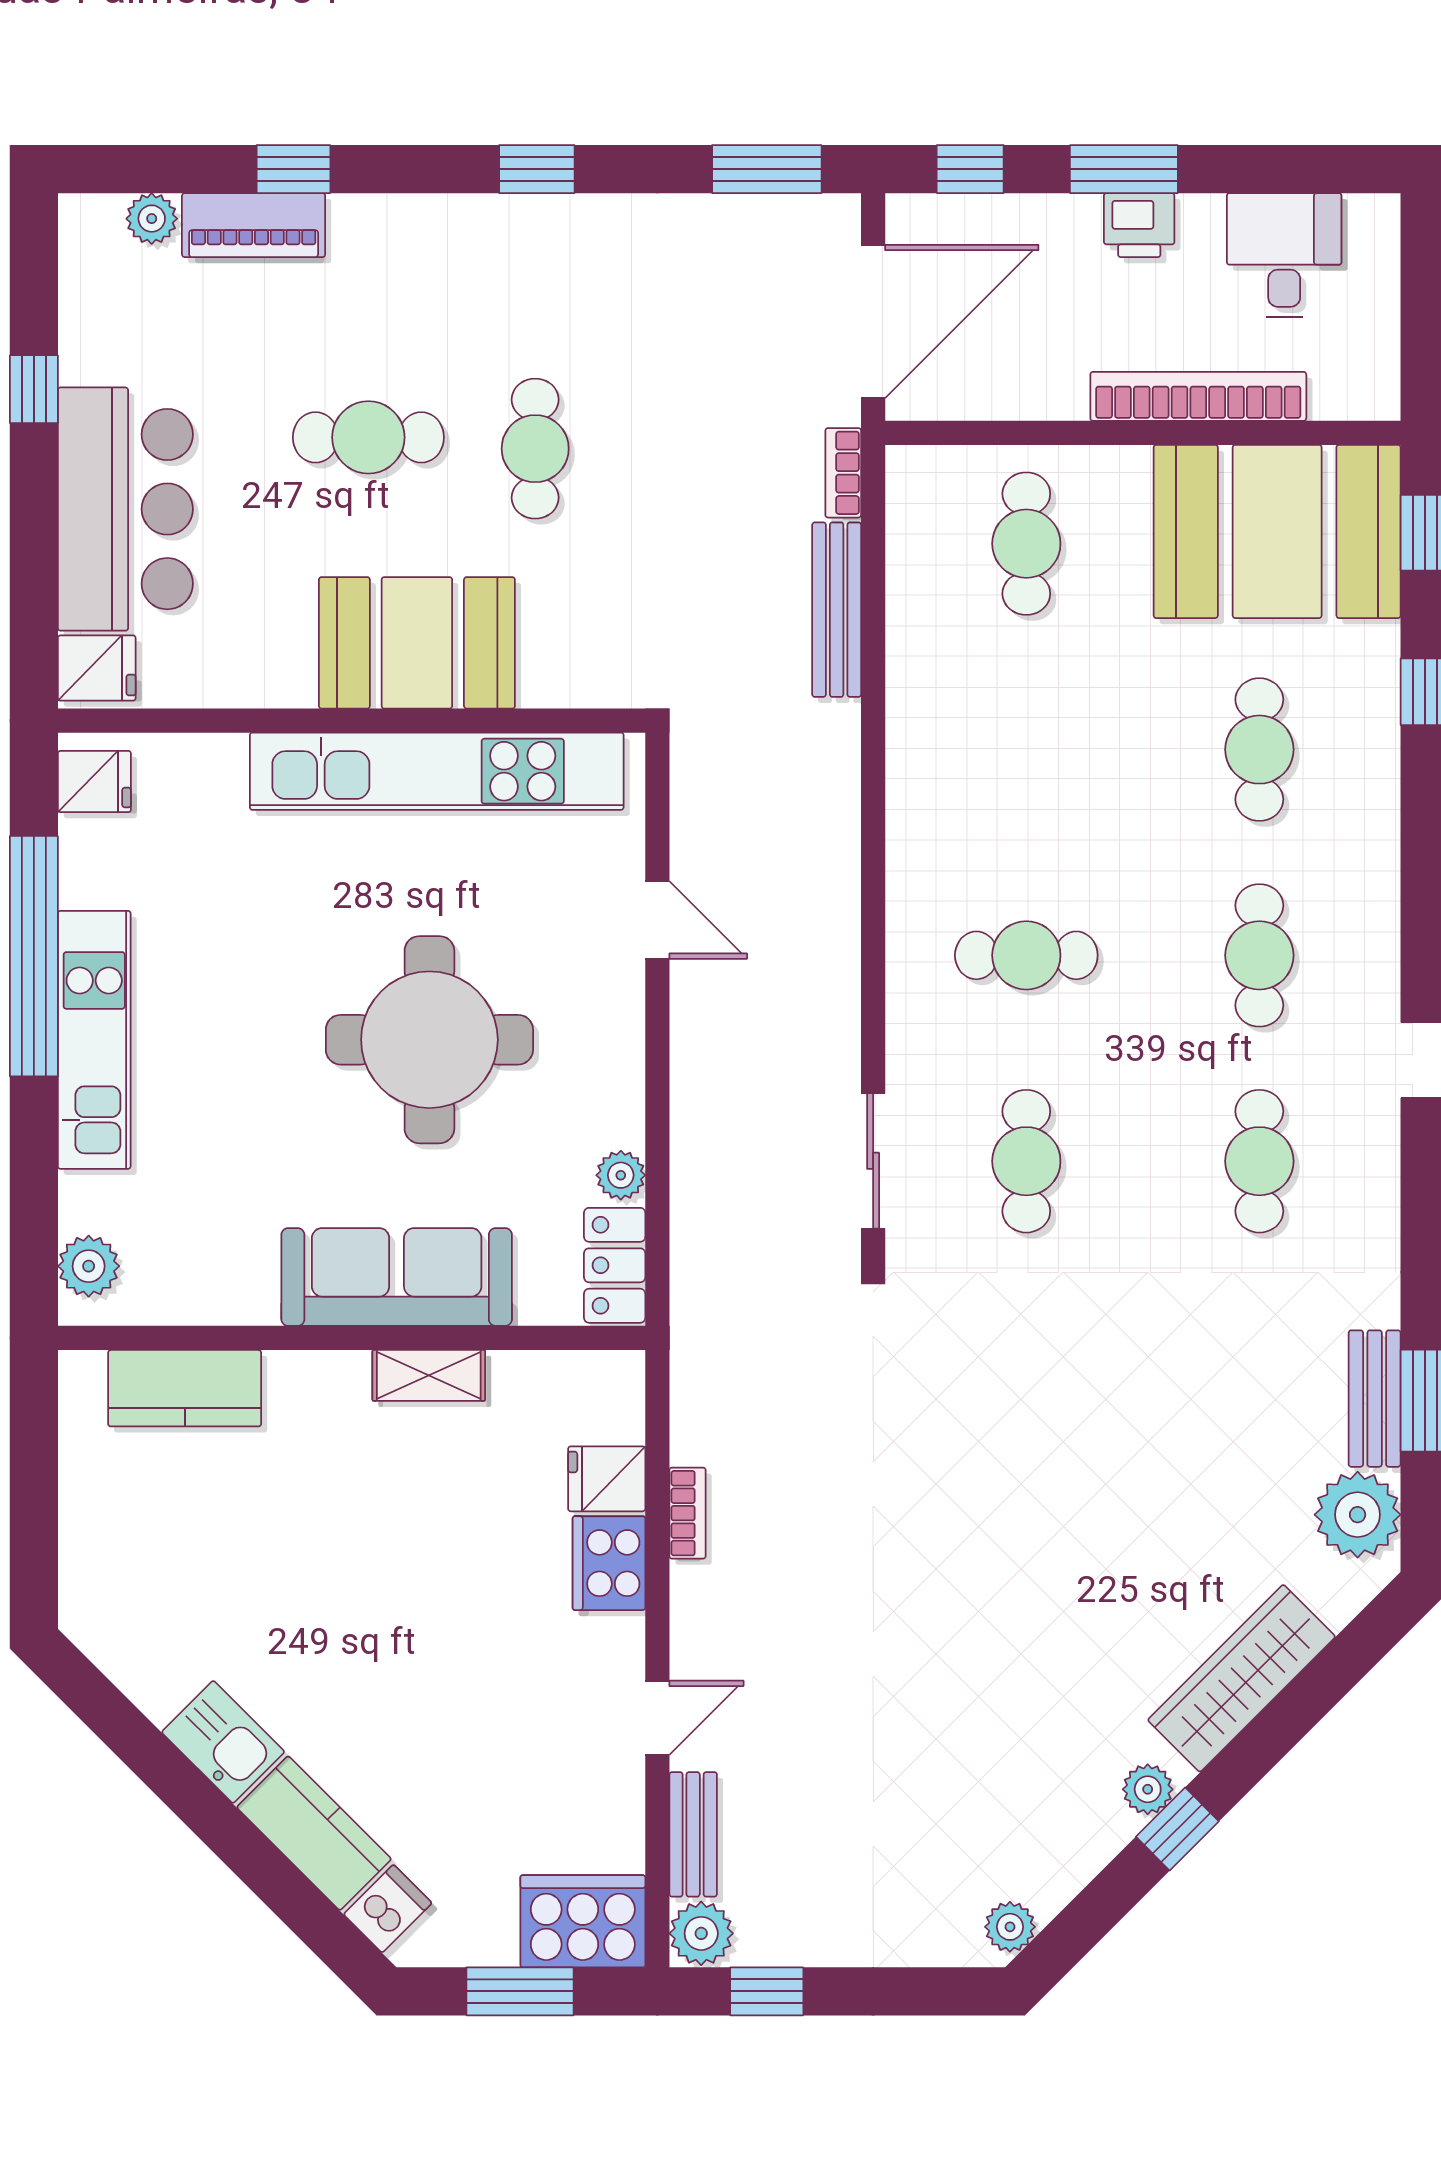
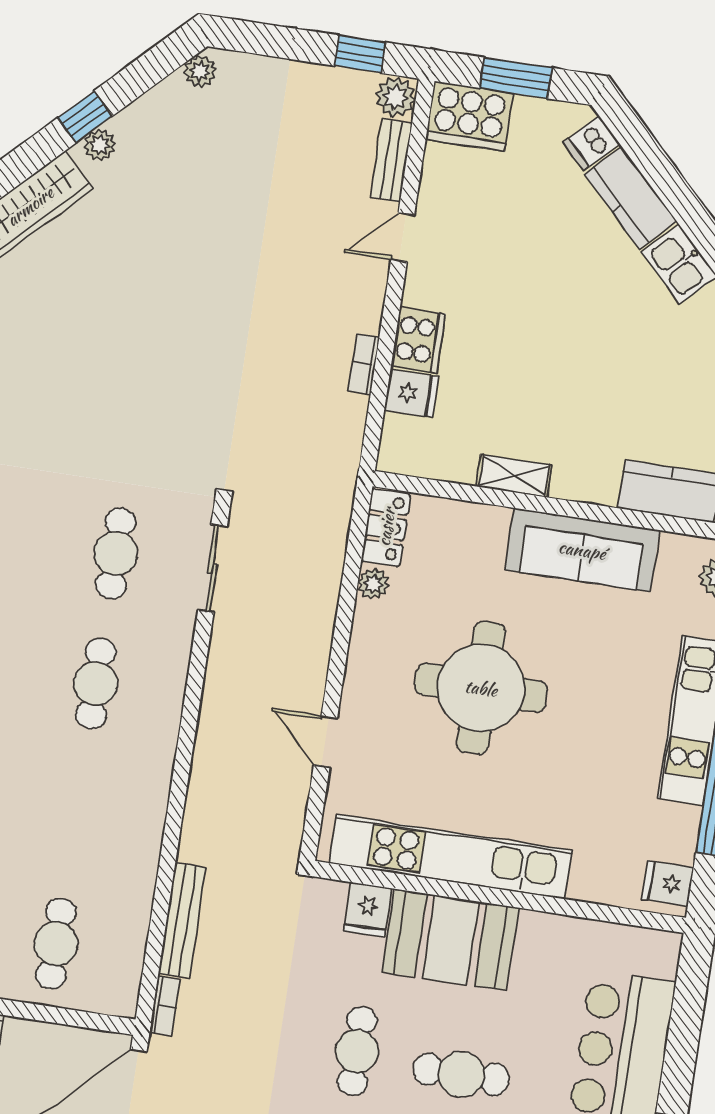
fridge: (97, 668) -> (368, 910), moved, turned -90
cafe table: (1026, 955) -> (96, 683), turned 90
sofa: (397, 1277) -> (582, 550), moved

